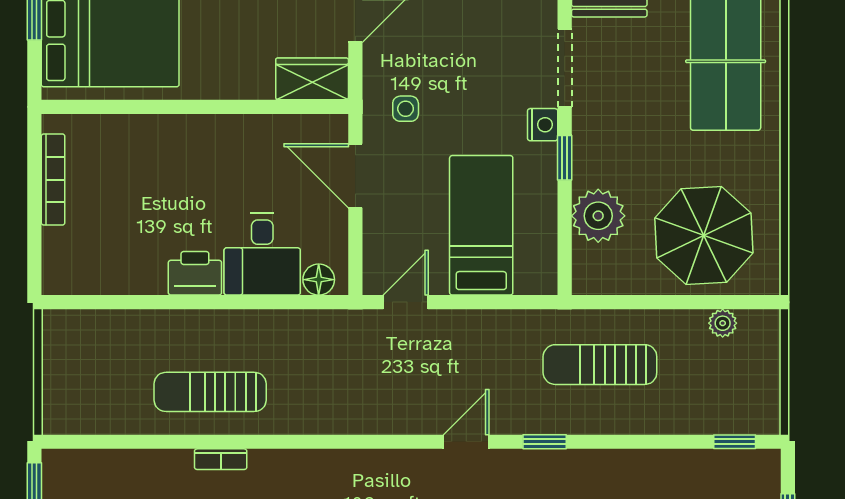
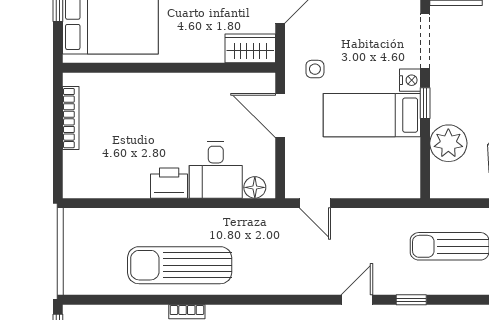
bed: (481, 225) -> (372, 115), moved, turned -90
door: (406, 302) -> (315, 203), swing flipped
sun lounger: (210, 392) -> (180, 265), width x1.36, depth x1.34

